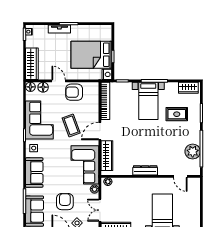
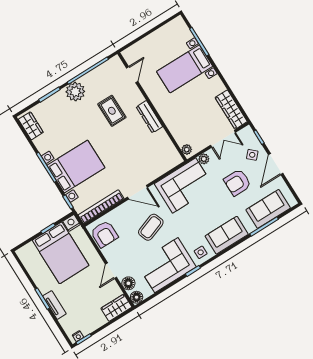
wardrobe: (32, 64) -> (116, 308), width x0.67
armchair: (74, 92) -> (104, 234), moved
bed with nightstands: (148, 101) -> (76, 167), width x1.36
rug: (177, 114) -> (112, 111), moved
plant: (193, 152) -> (75, 92), moved
wardrobe: (107, 156) -> (159, 168), removed

